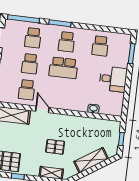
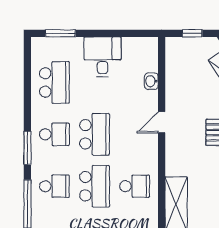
school desk: (100, 46) -> (54, 82), width x1.85
school desk: (30, 64) -> (95, 186), width x1.85
door: (42, 109) -> (162, 122), moved

